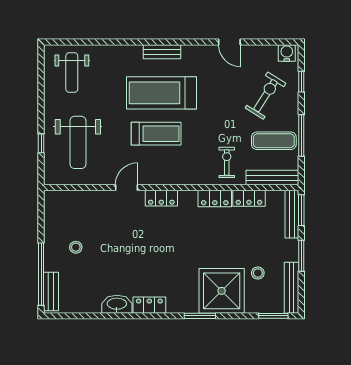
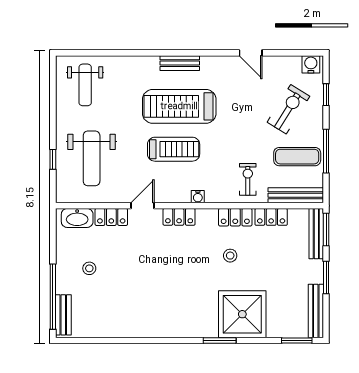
water cooler: (179, 179) -> (198, 197), added
stool: (258, 273) -> (230, 256), moved
washbasin: (117, 304) -> (77, 218), moved, turned 180
locker: (149, 305) -> (111, 217), moved, turned 180

